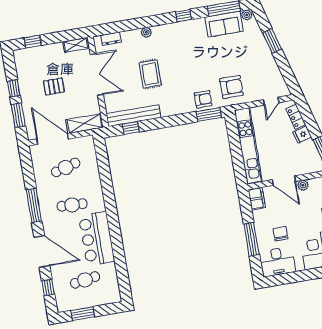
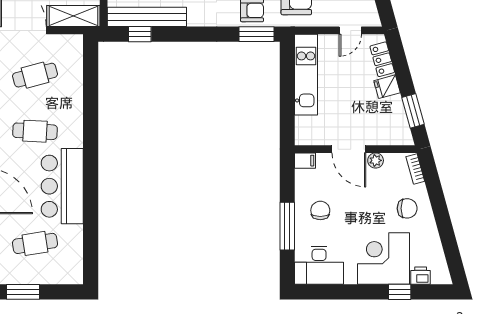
kitchen unit: (248, 146) -> (306, 75), width x0.73
filing cabinet: (257, 199) -> (305, 161), width x0.50
chair: (280, 234) -> (320, 210), moved

